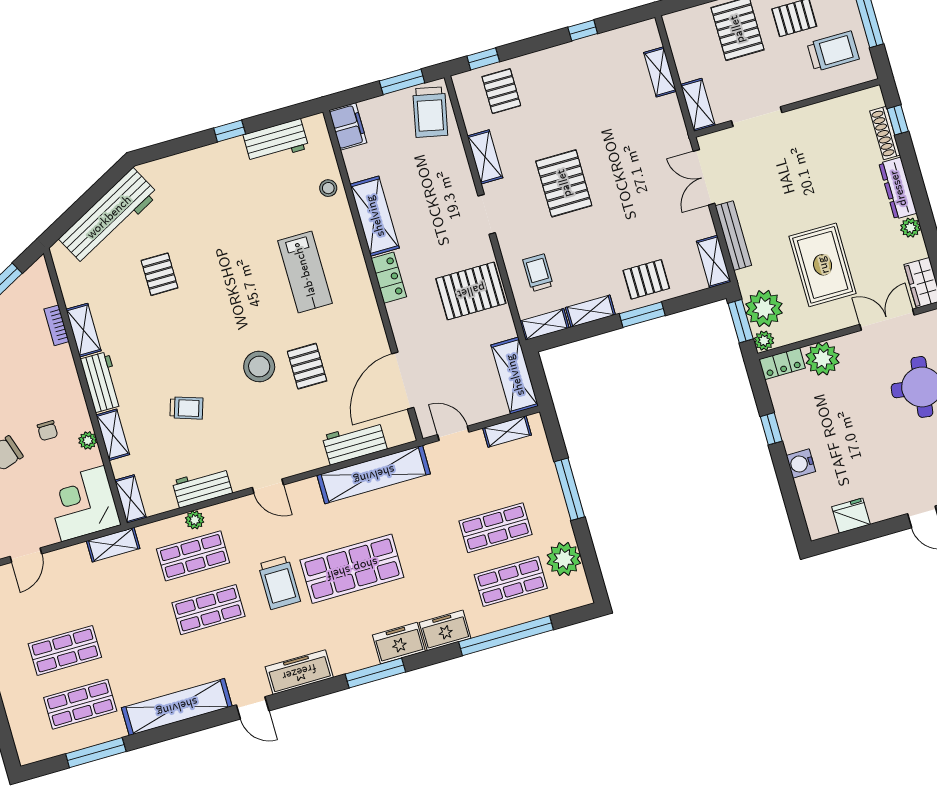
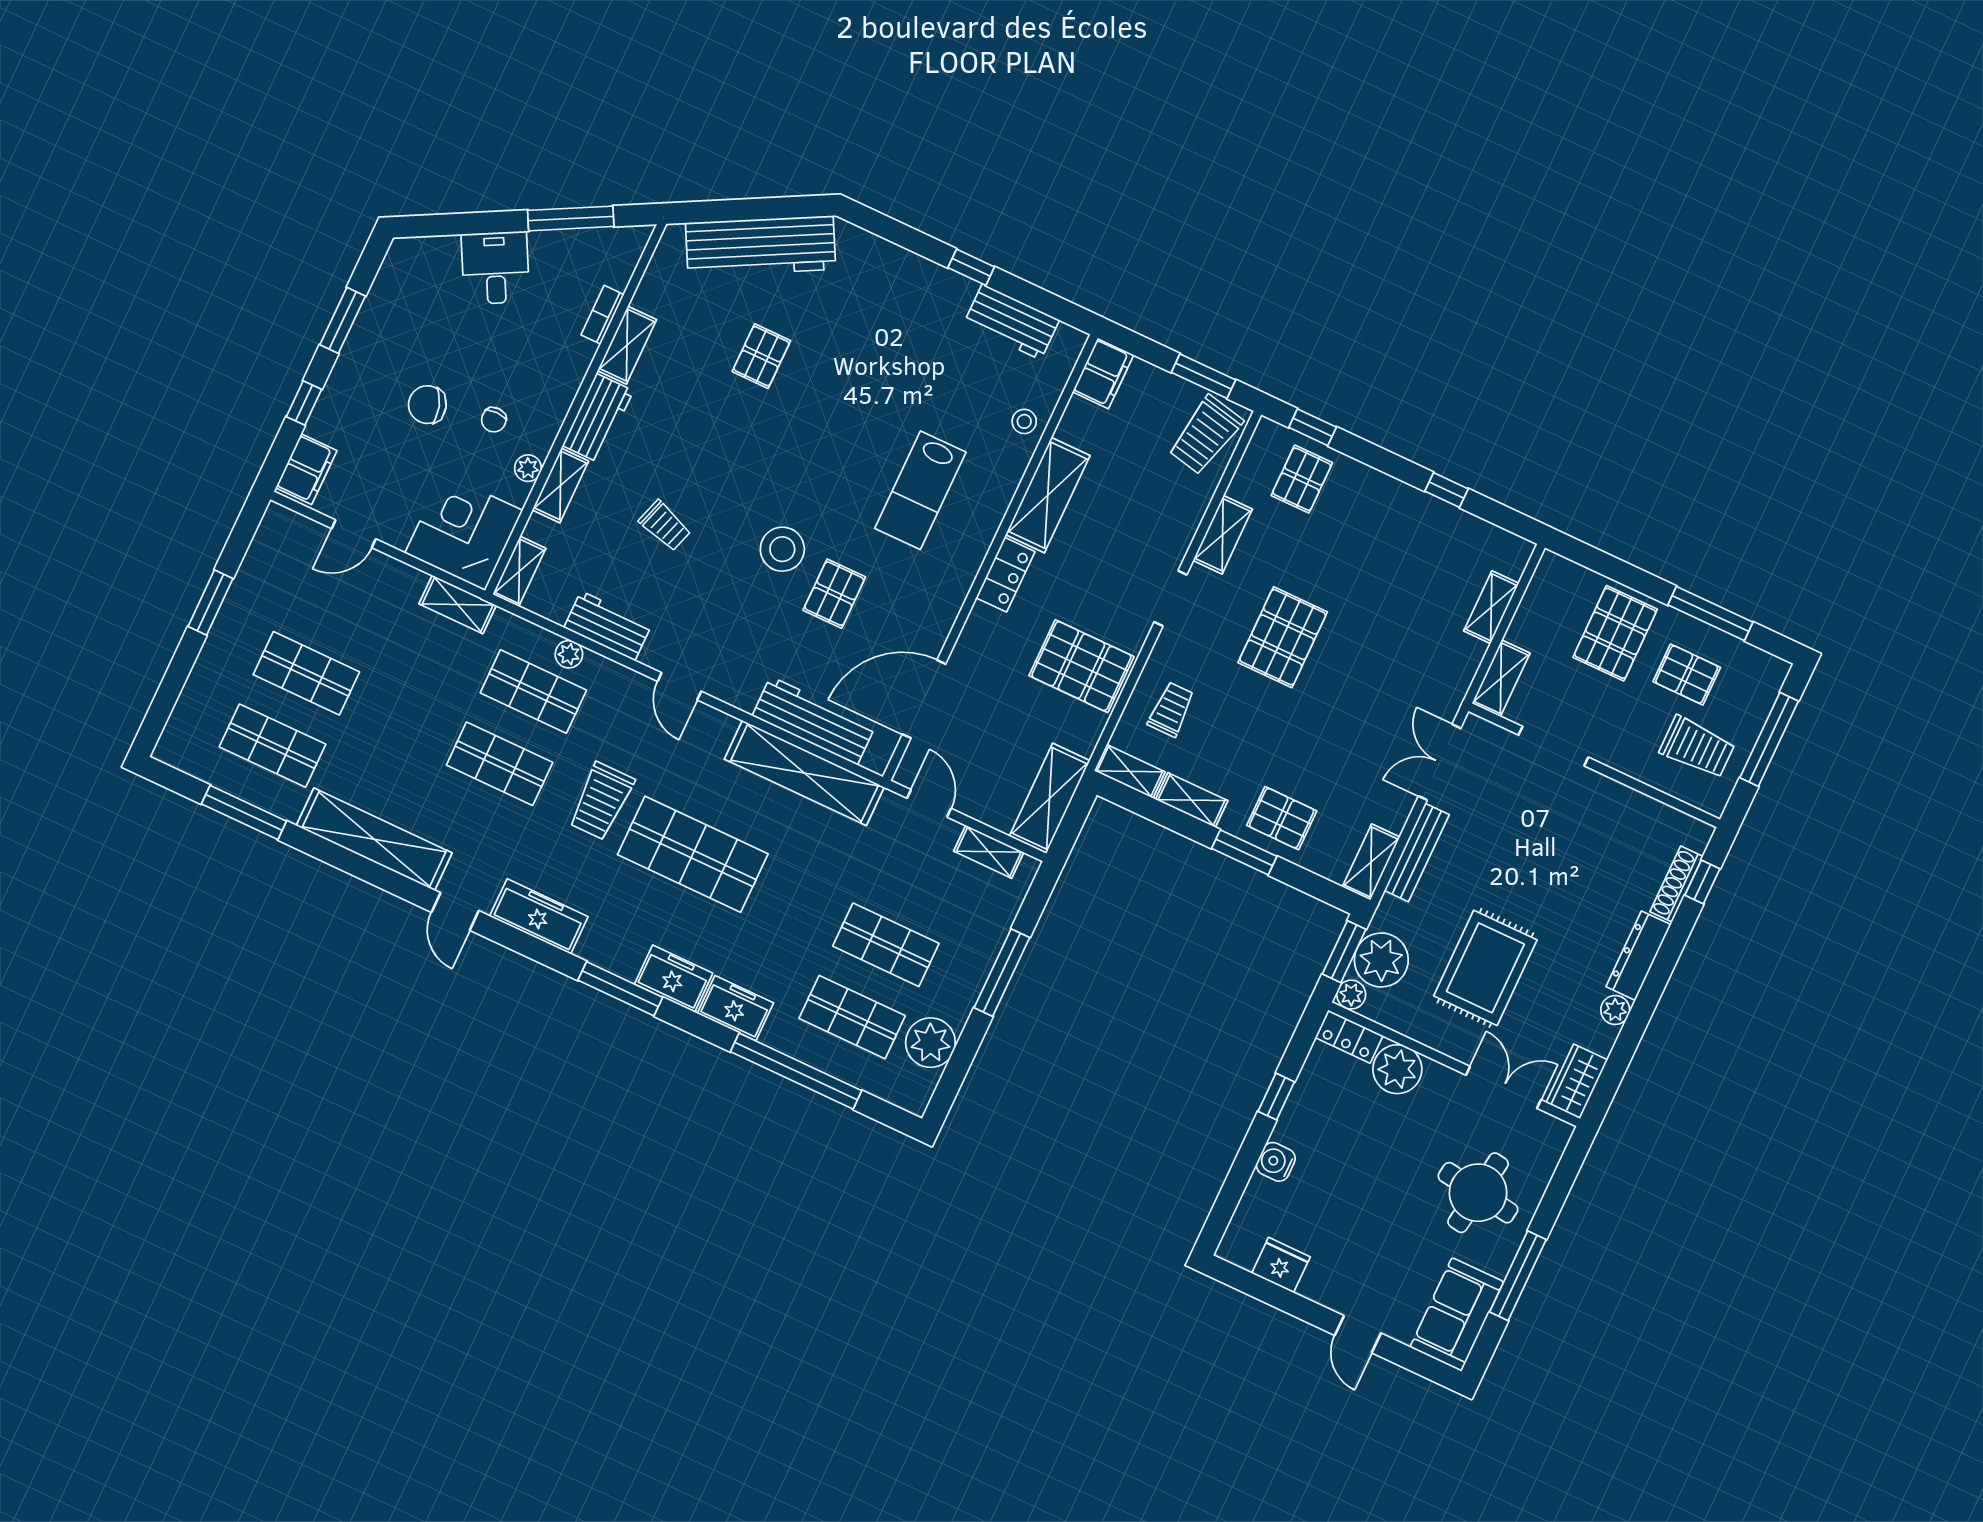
workbench: (355, 443) -> (814, 721), width x1.37

